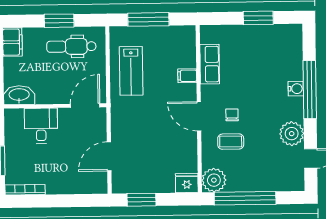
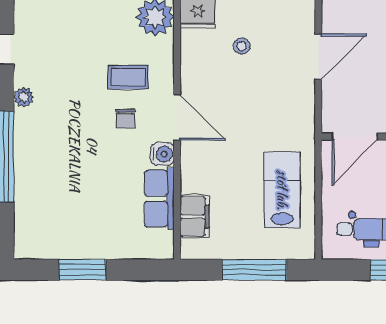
filing cabinet: (187, 76) -> (195, 217), moved, width x2.00
water cooler: (296, 89) -> (162, 154), moved, turned 180
plant: (292, 134) -> (24, 97), width x0.53, depth x0.53
stool: (158, 162) -> (242, 46), added

